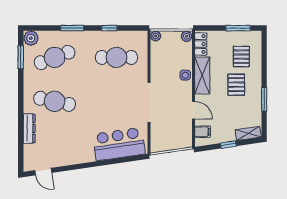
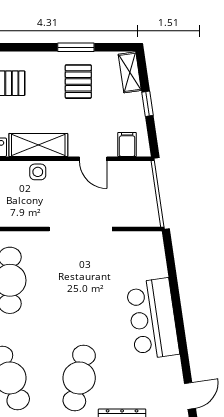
pallet: (236, 85) -> (78, 82), moved, turned 90
door: (193, 110) -> (93, 159), swing flipped
bar counter: (119, 144) -> (153, 319), moved

